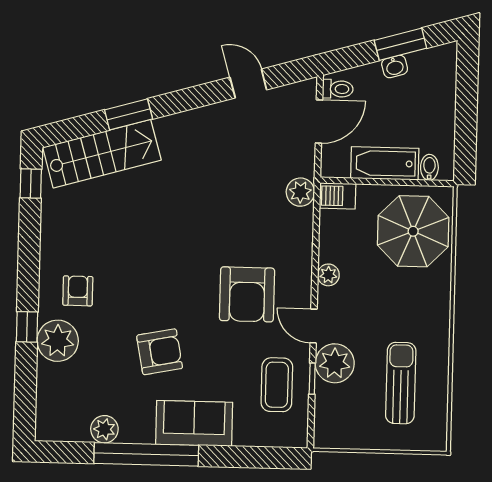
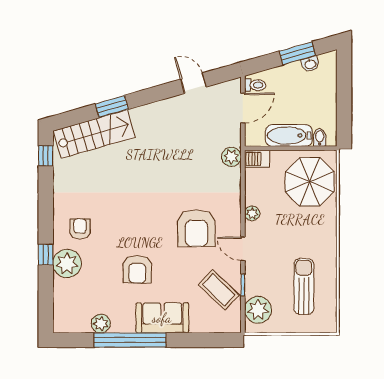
washbasin: (395, 66) -> (310, 64), moved
armchair: (160, 352) -> (137, 269), turned 101
plant: (335, 363) -> (258, 310), moved
coffee table: (277, 385) -> (219, 290), turned -46

